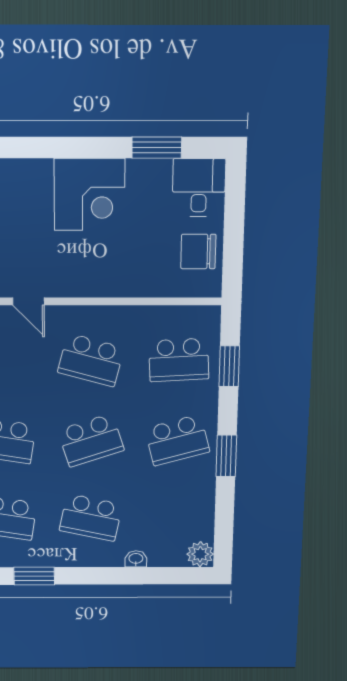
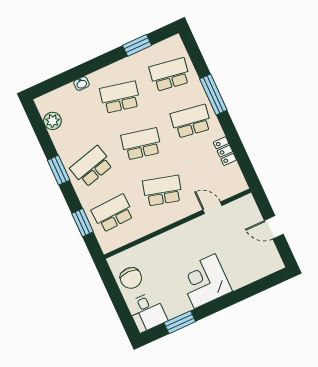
chair: (198, 252) -> (131, 278), turned 90
school desk: (91, 440) -> (141, 144), turned 30
plant: (200, 554) -> (52, 121), moved

